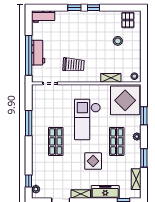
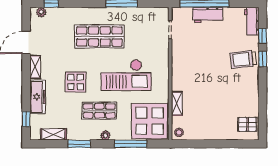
window: (94, 8) -> (263, 36), moved
stool: (118, 41) -> (222, 112), removed
trolley: (74, 65) -> (243, 59), moved, turned 80
window: (144, 116) -> (131, 144), width x1.44
checkout: (87, 119) -> (126, 75), turned 180
shop shelf: (56, 141) -> (99, 36), width x1.43, depth x1.36

